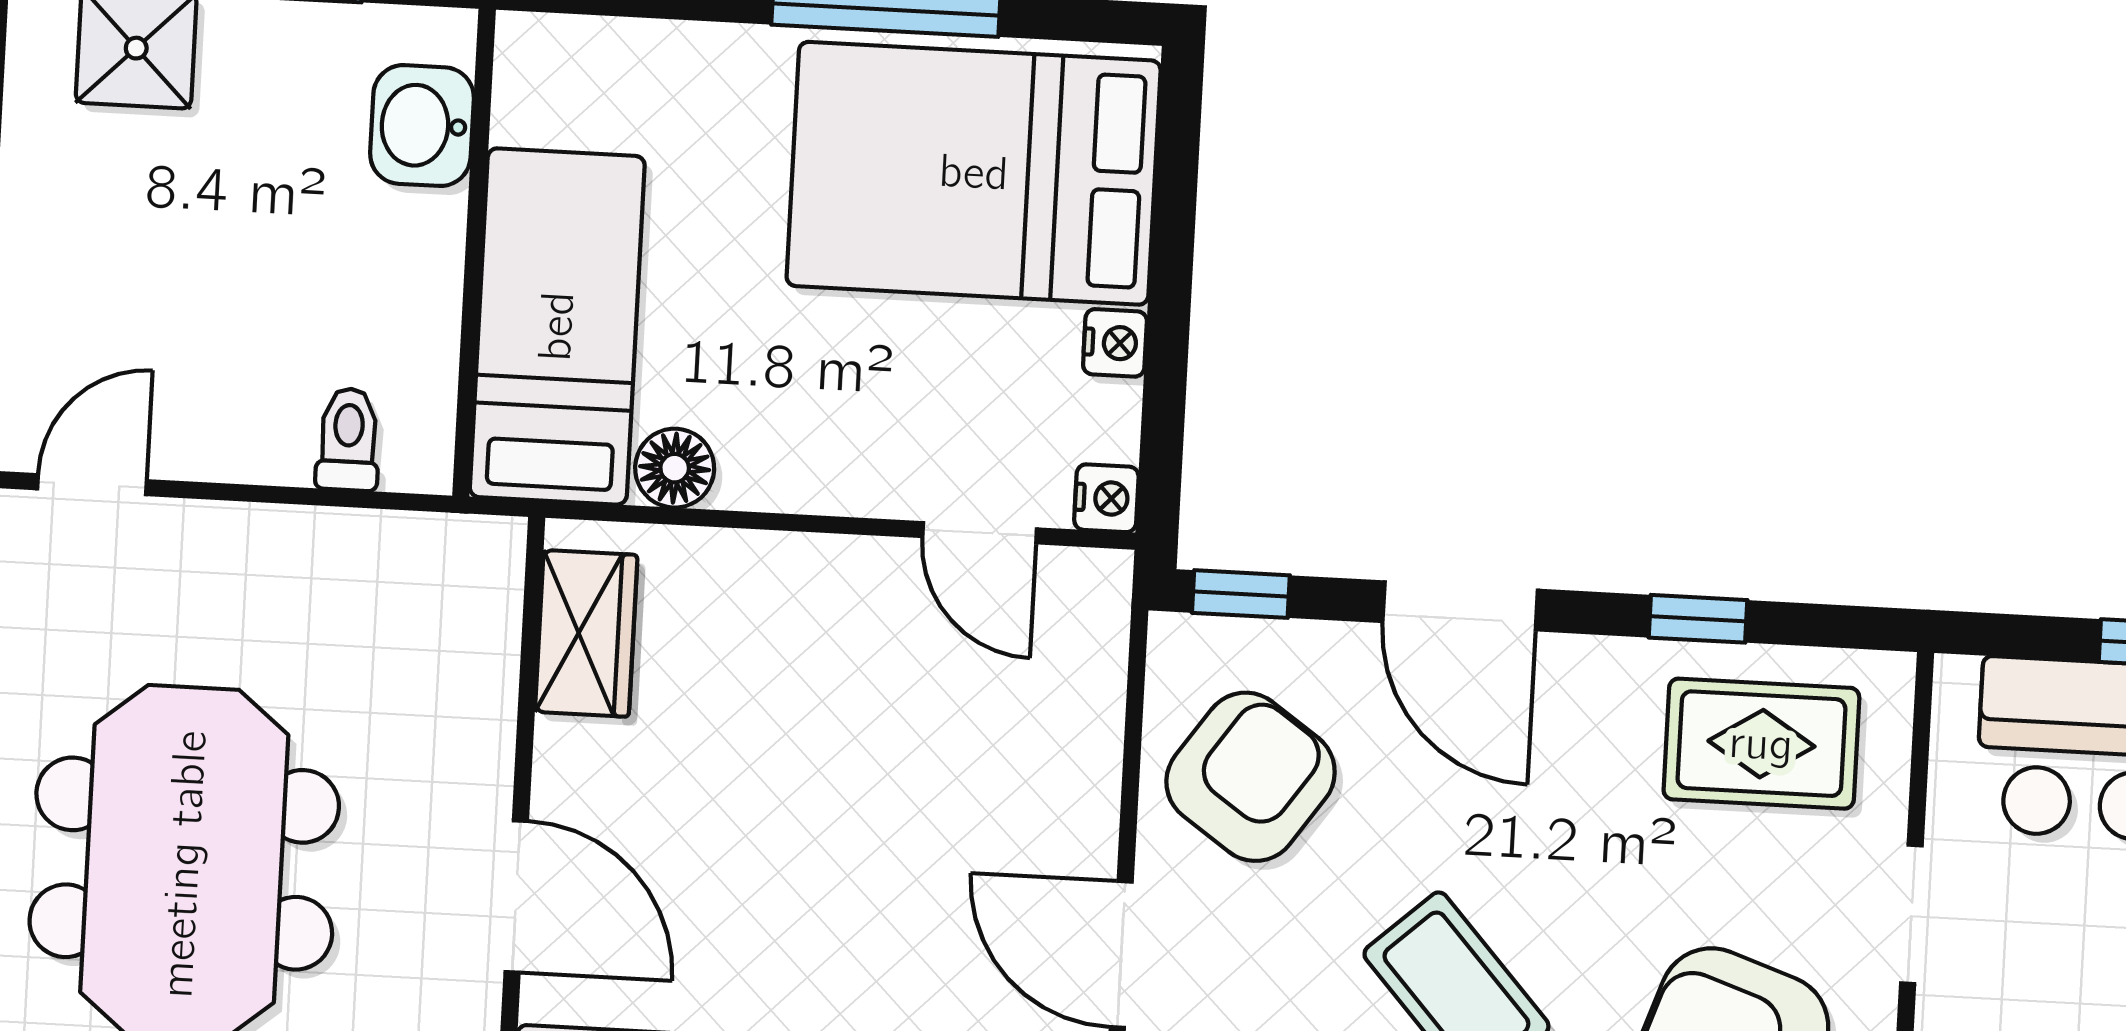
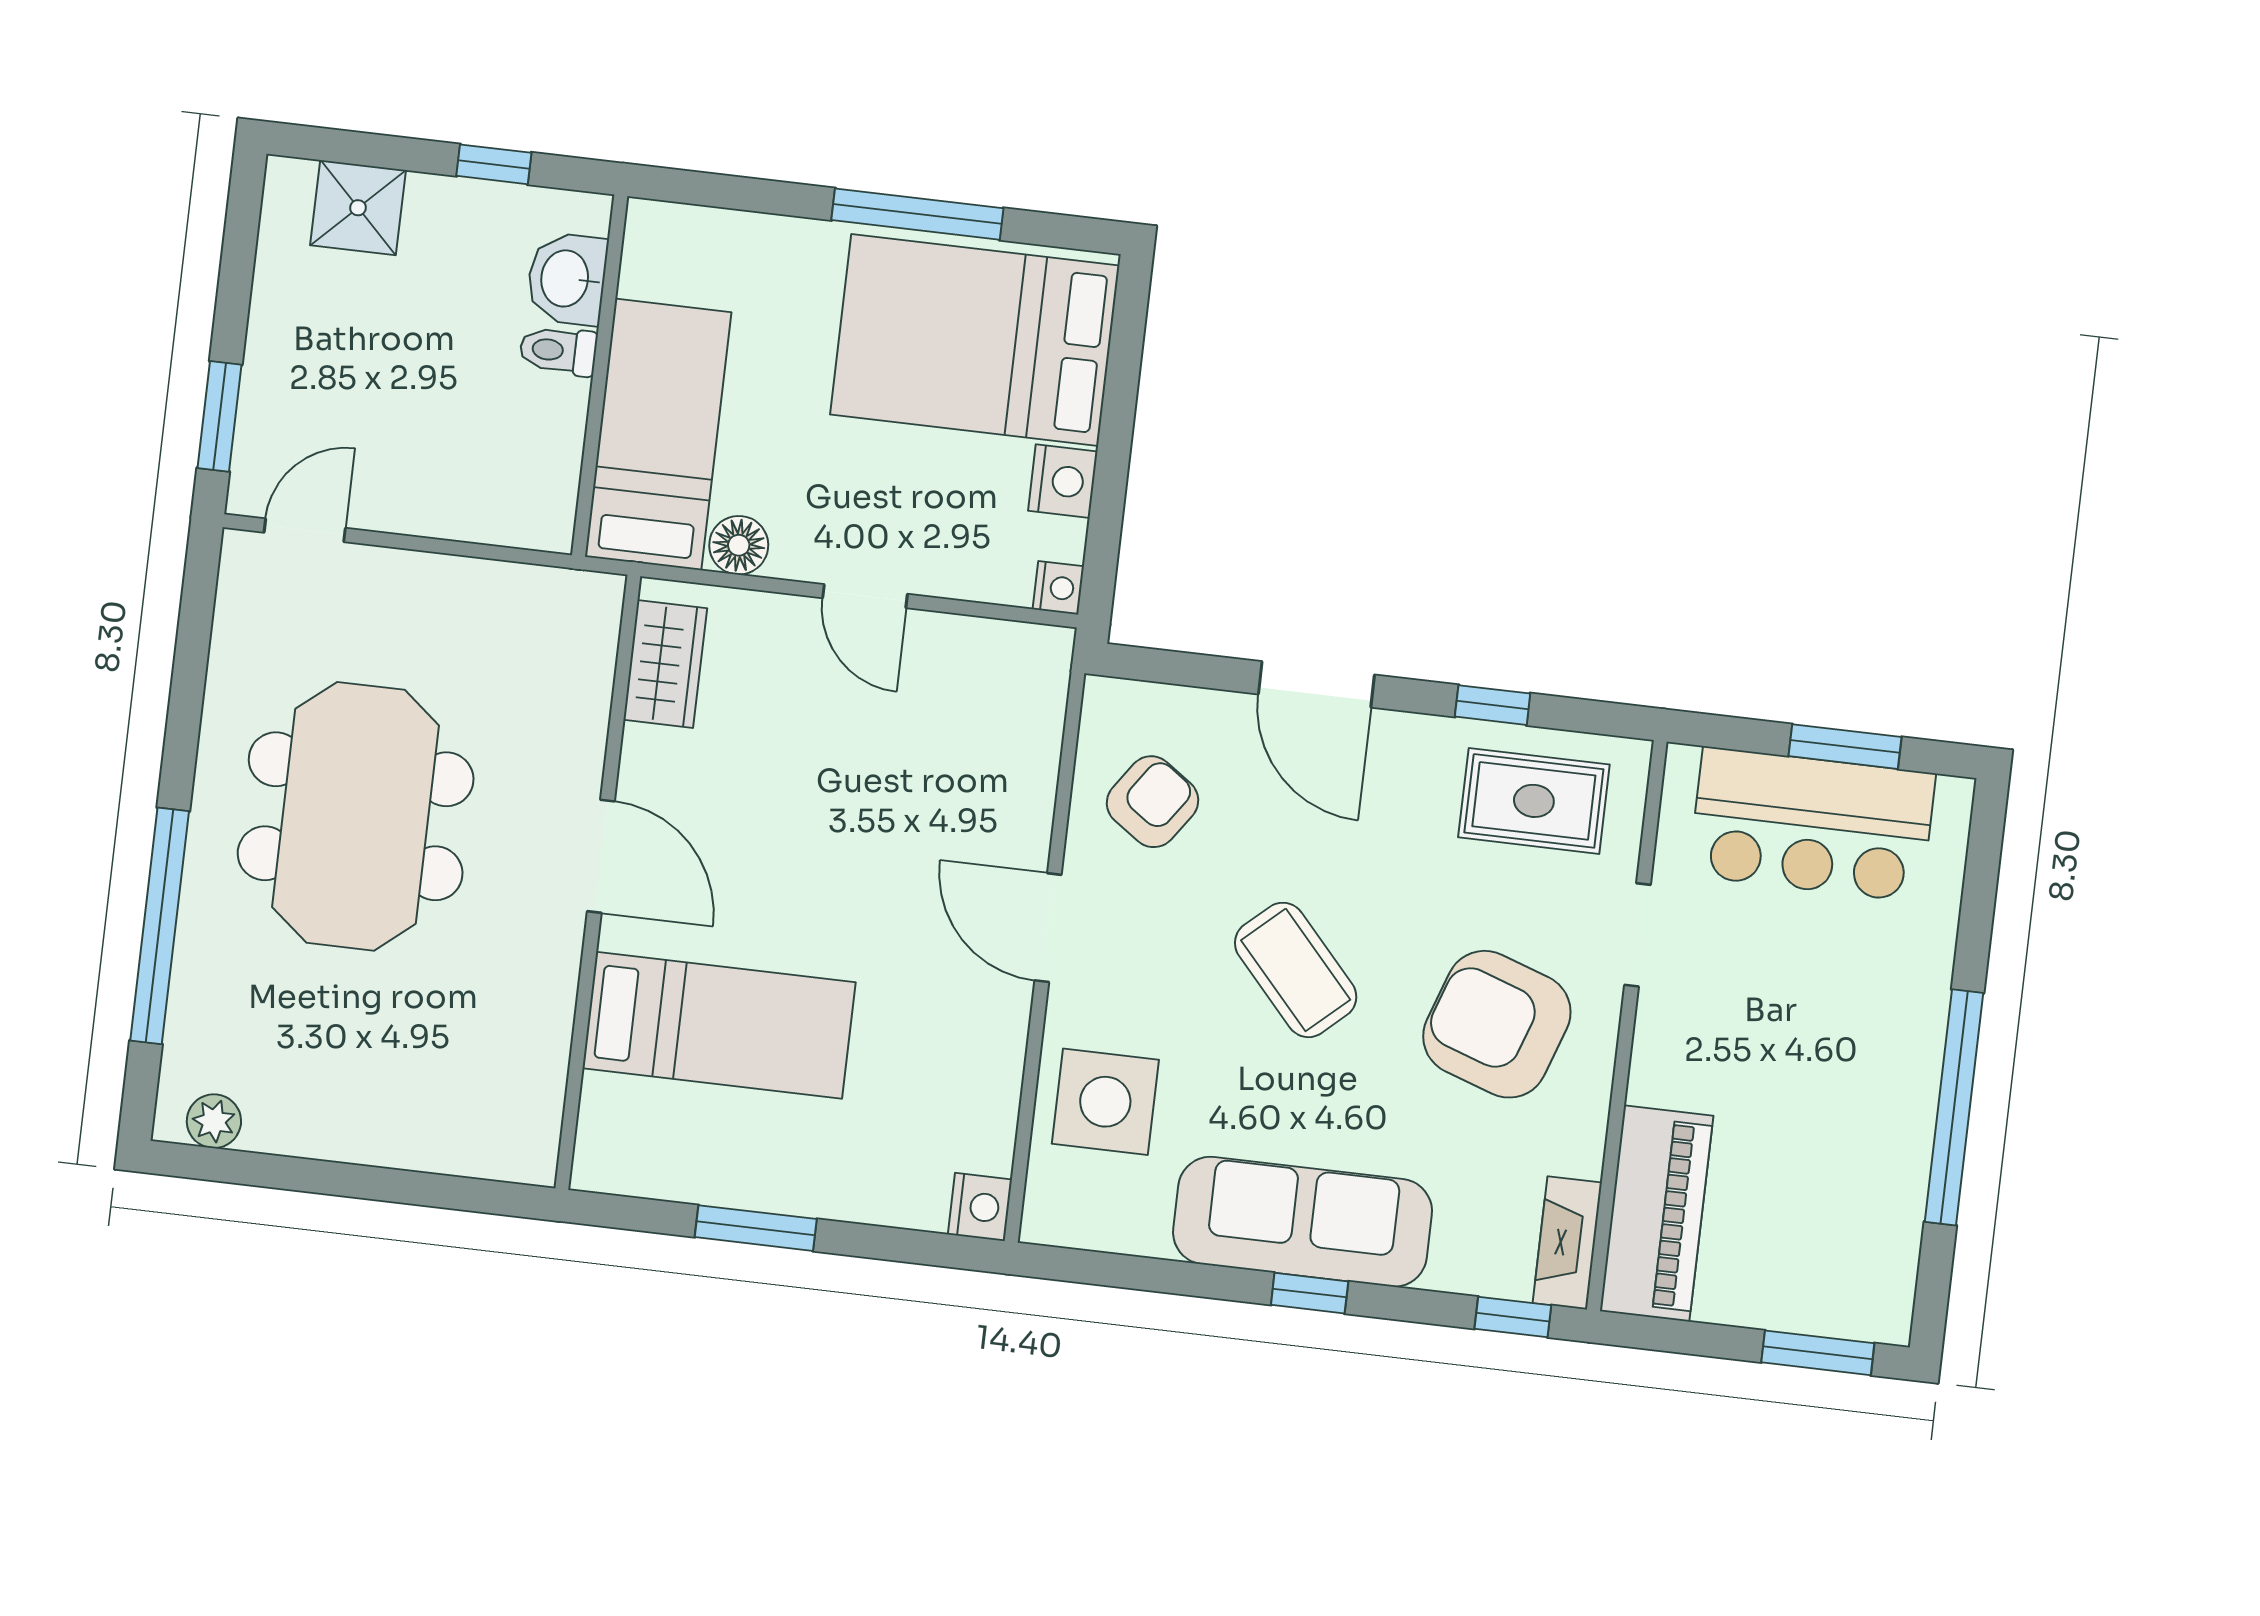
nightstand: (1115, 343) -> (1063, 481), width x1.39, depth x1.35
toilet: (348, 439) -> (558, 351), moved, turned -90
door: (980, 533) -> (865, 596), moved
window: (1241, 594) -> (1154, 665), removed
armchair: (1251, 777) -> (1153, 802), width x0.72, depth x0.72

